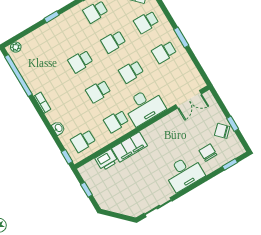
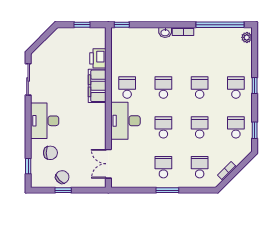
washbasin: (58, 128) -> (165, 32), moved
school desk: (83, 141) -> (236, 88), moved

